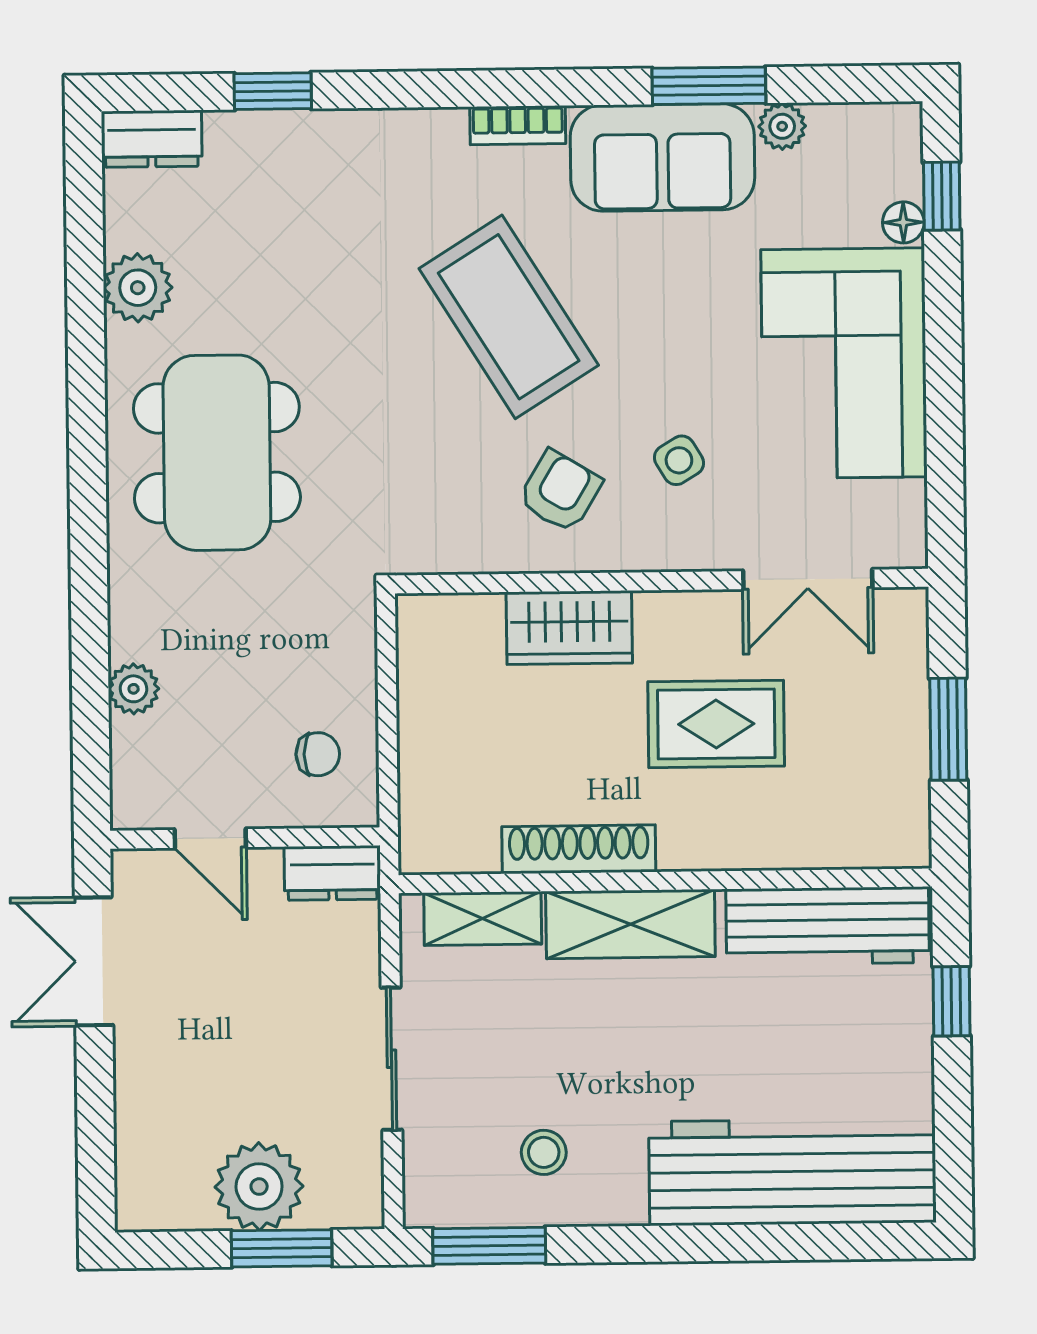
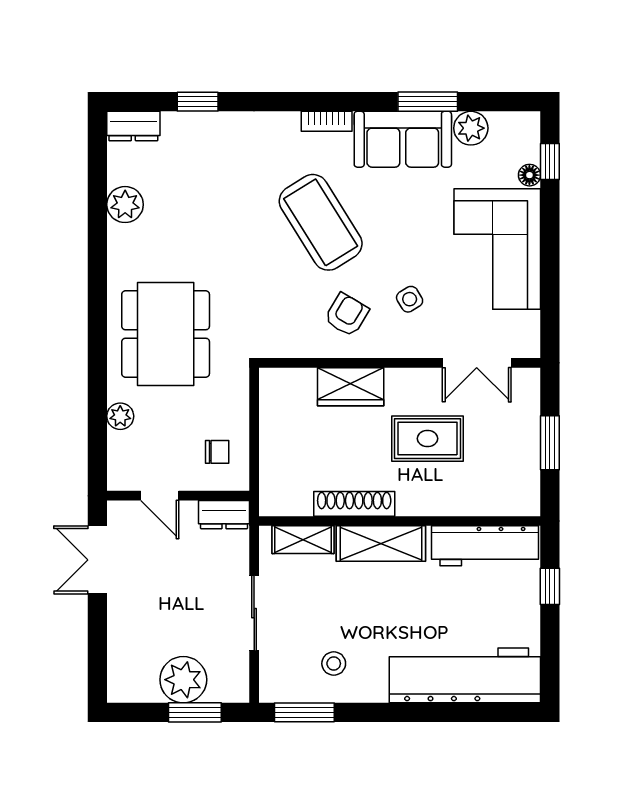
plant: (782, 126) -> (471, 128), width x1.38, depth x1.38
dining table: (217, 453) -> (166, 334), moved

